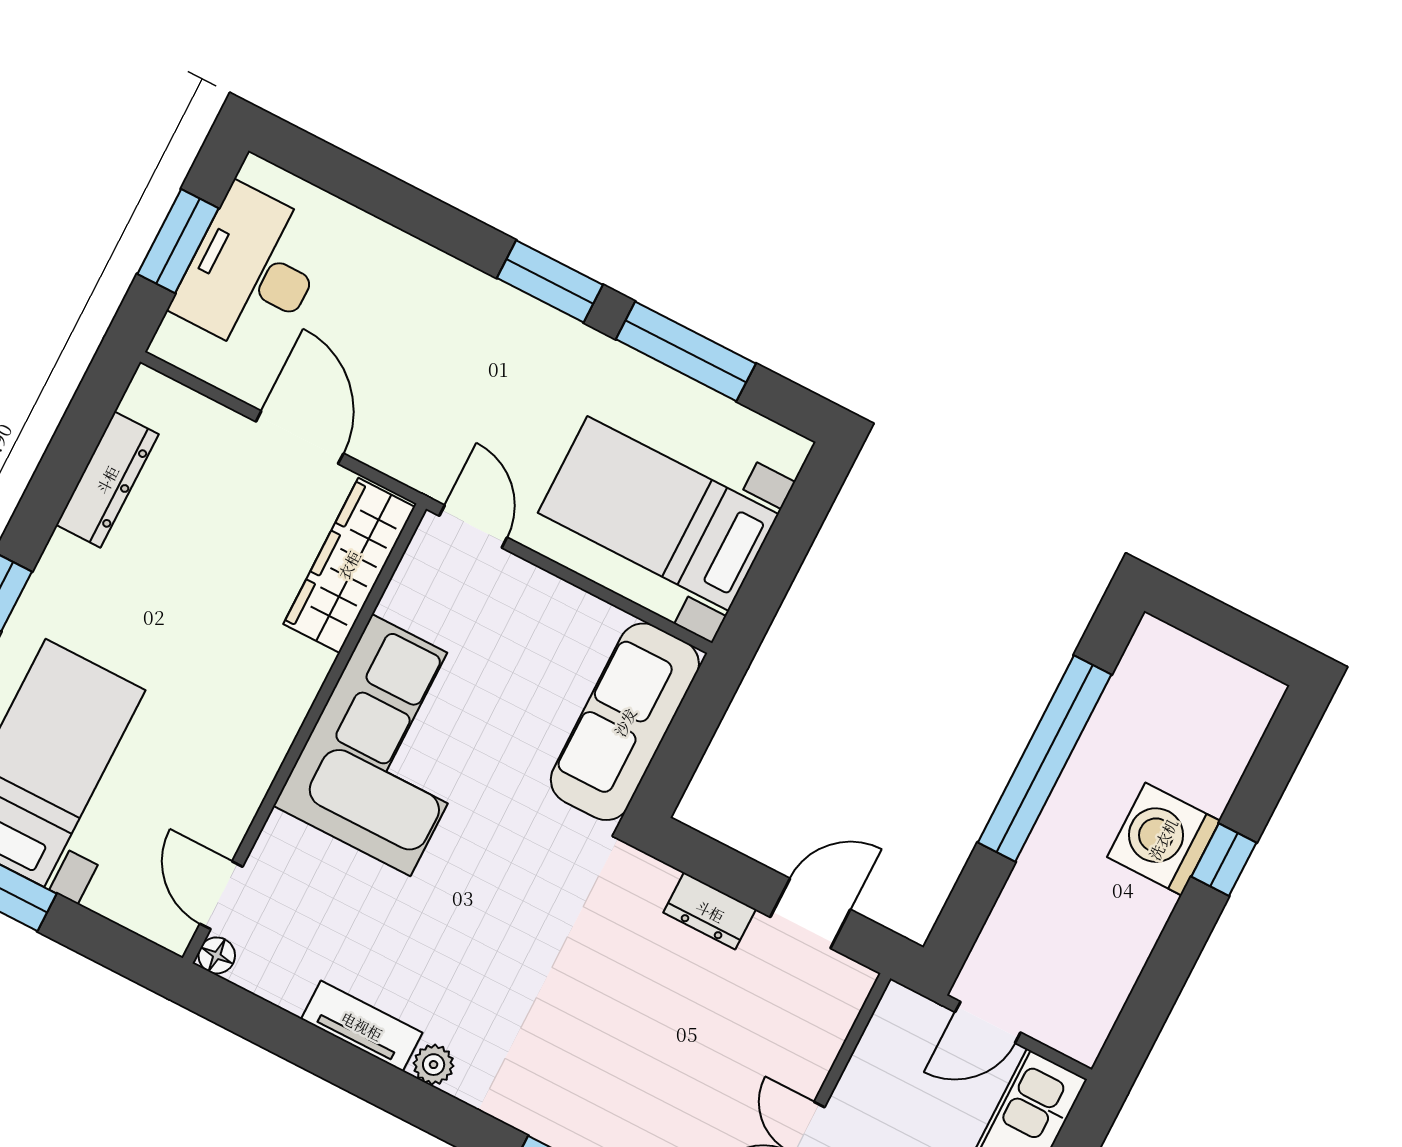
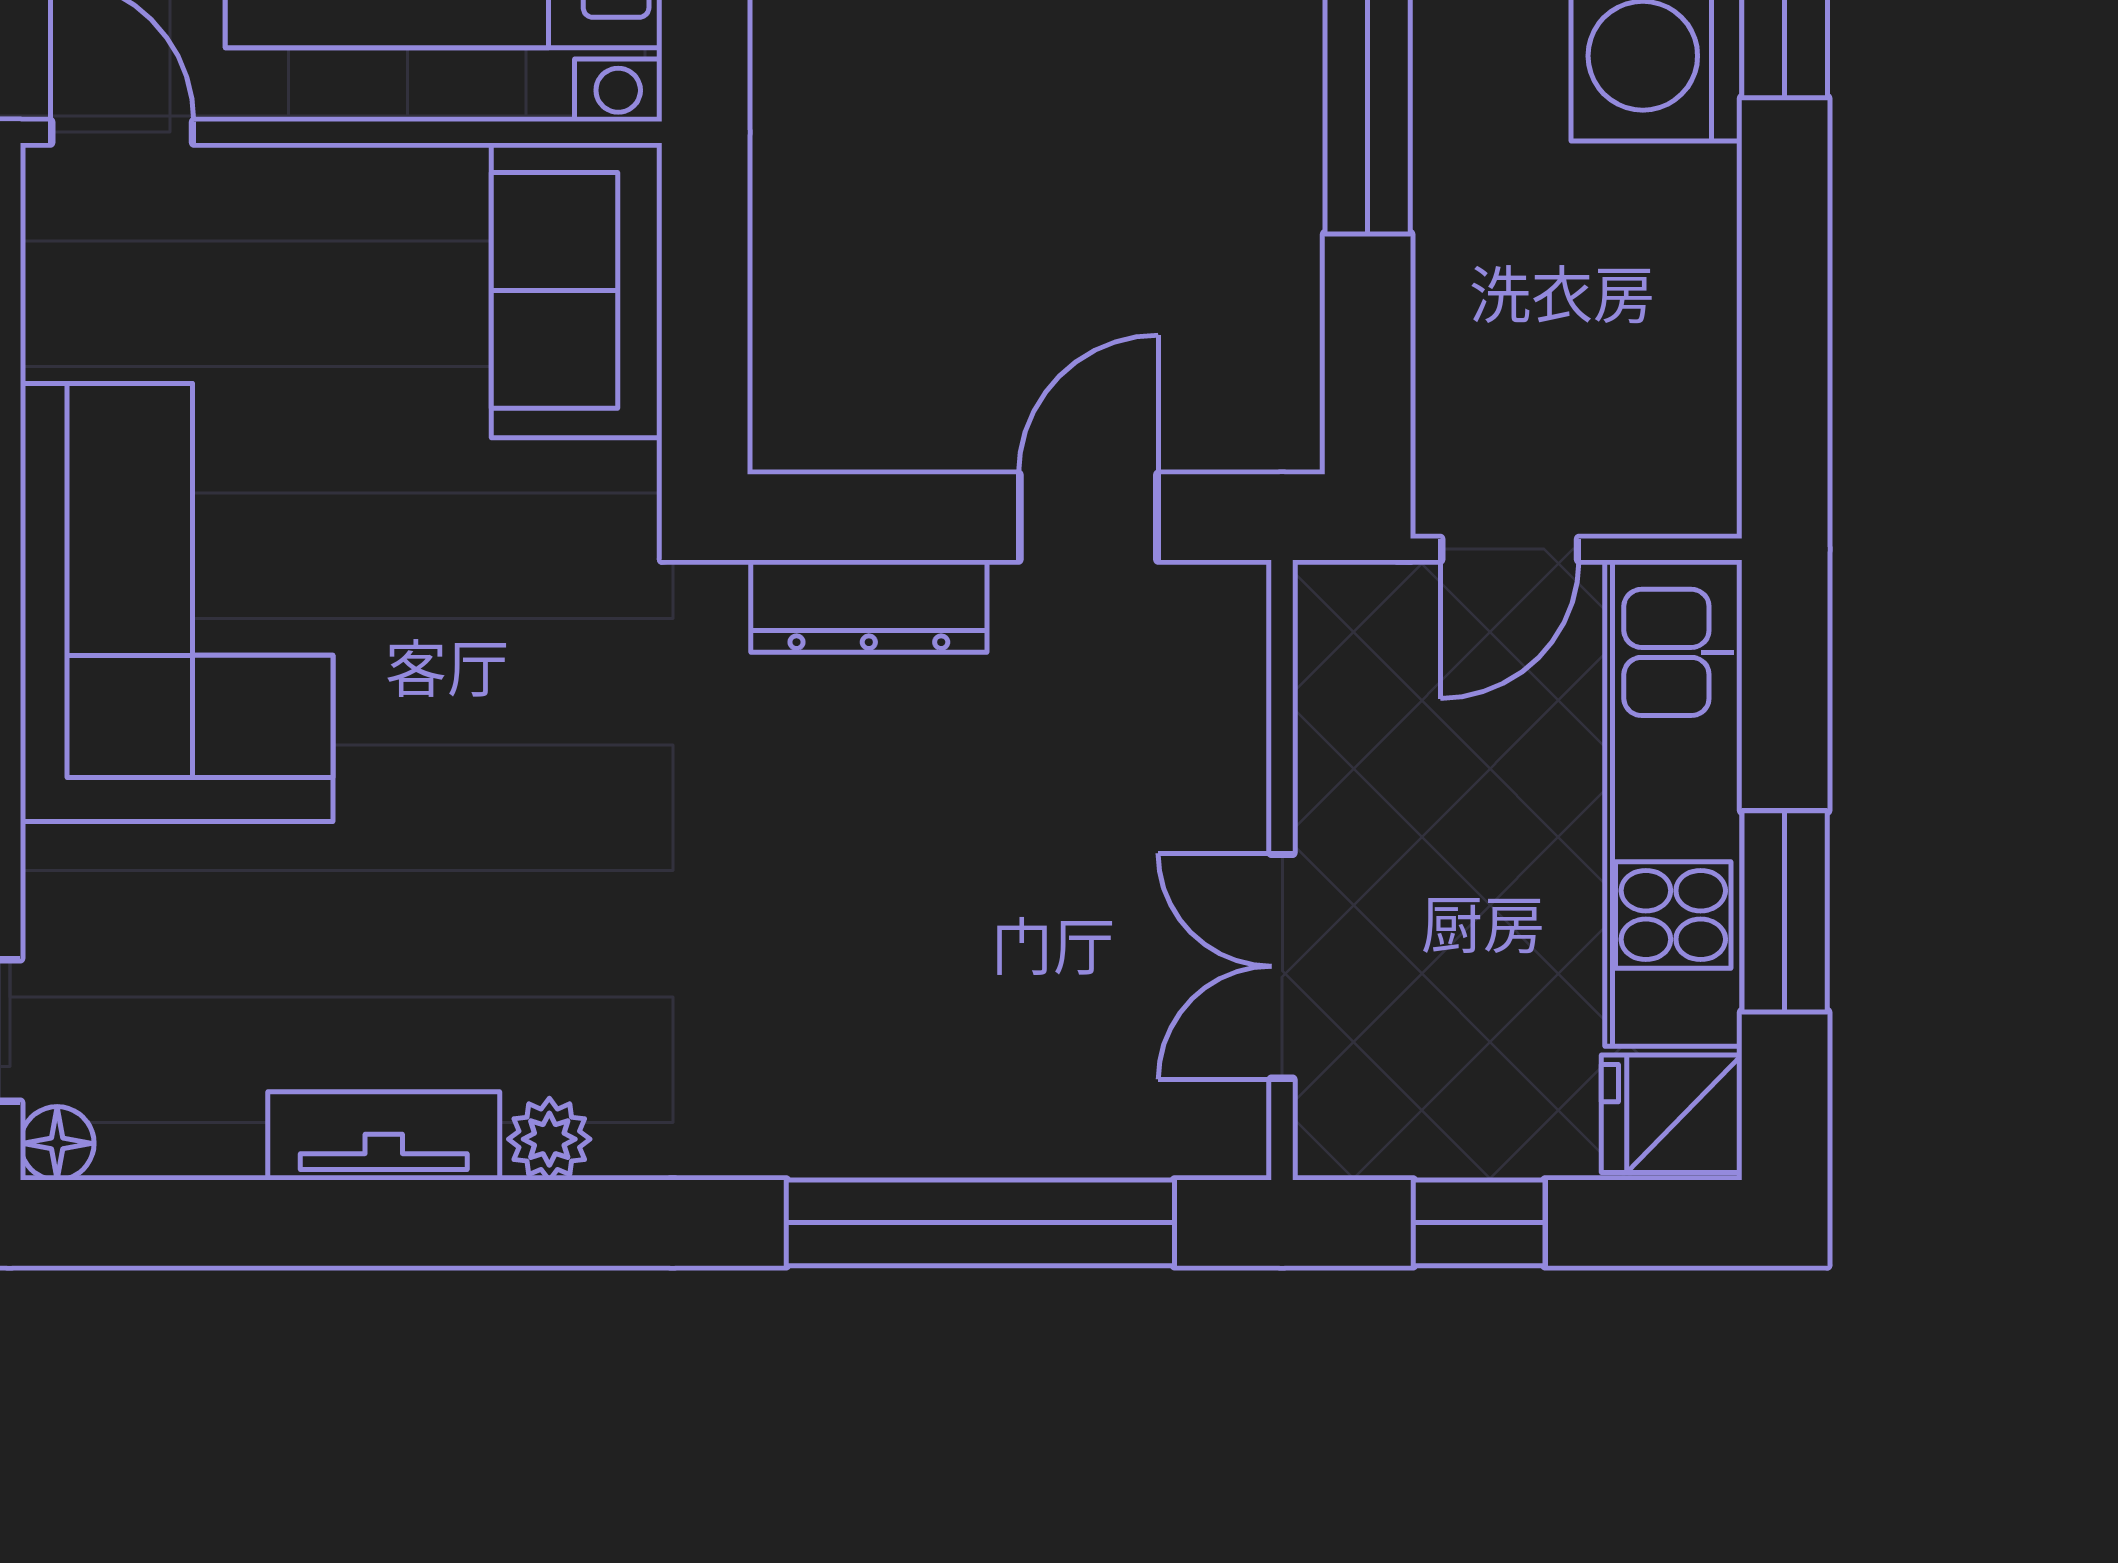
sofa: (625, 722) -> (577, 290), width x0.73
dresser: (710, 911) -> (869, 606), width x1.44

